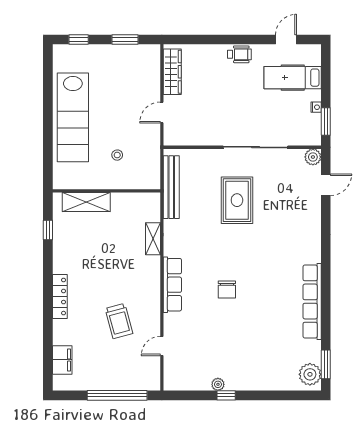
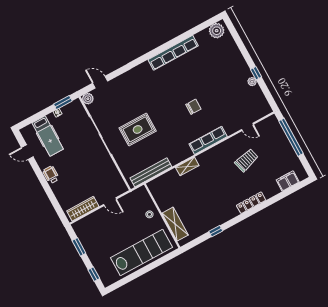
wall: (106, 191) -> (162, 216), moved
shelving: (86, 202) -> (175, 224), moved
window: (326, 364) -> (206, 25), removed

